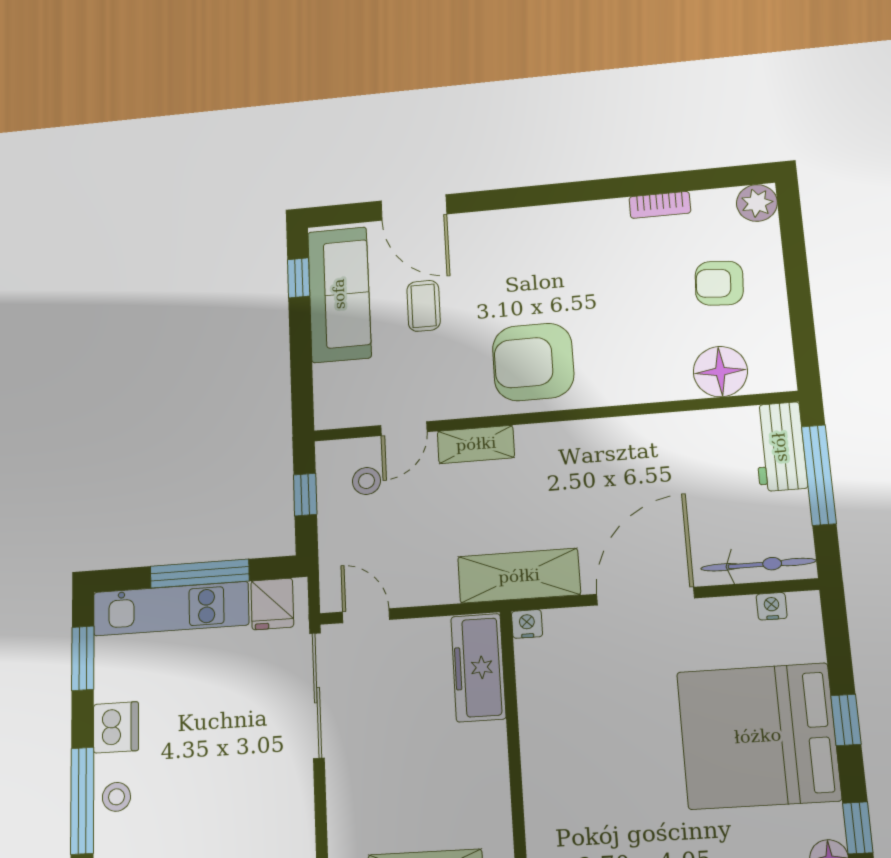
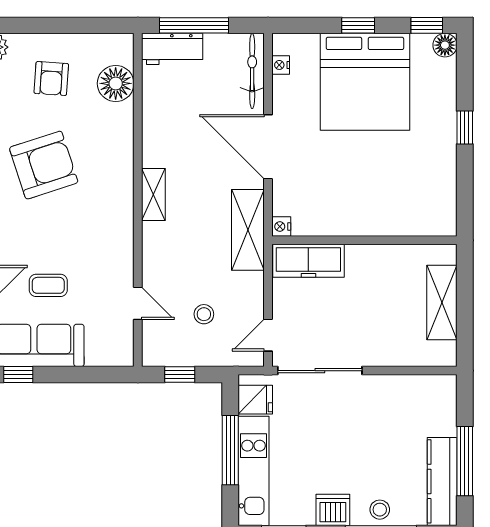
armchair: (533, 362) -> (44, 165), moved, turned -108
shelving: (476, 444) -> (153, 194), moved
stool: (367, 481) -> (204, 314), moved

